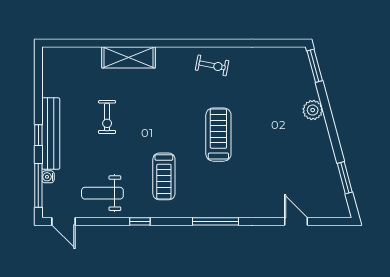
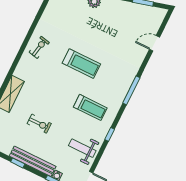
window: (38, 135) -> (18, 163), moved
treadmill: (218, 135) -> (81, 64), turned 180
weight bench: (102, 193) -> (82, 148), turned 90

